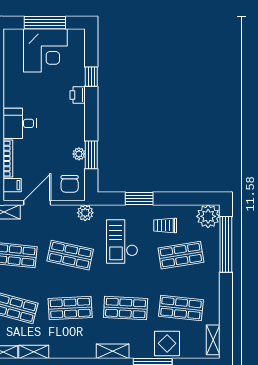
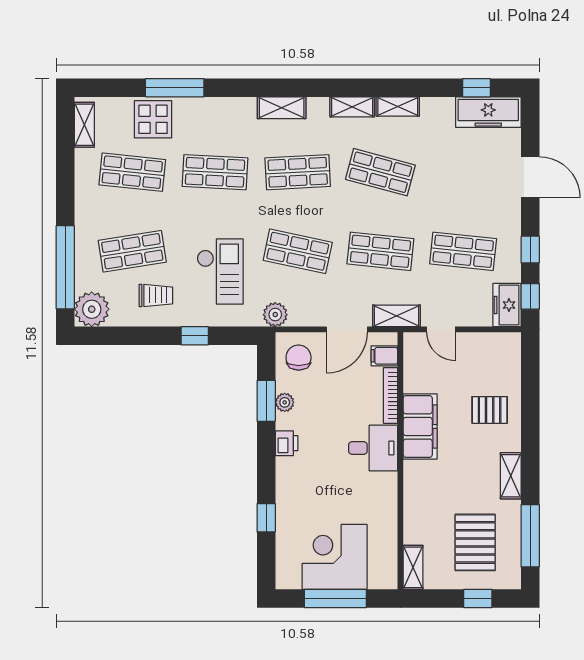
printer: (78, 95) -> (287, 443), moved
window: (139, 199) -> (195, 336), width x0.67
shelving: (113, 351) -> (282, 108), moved

